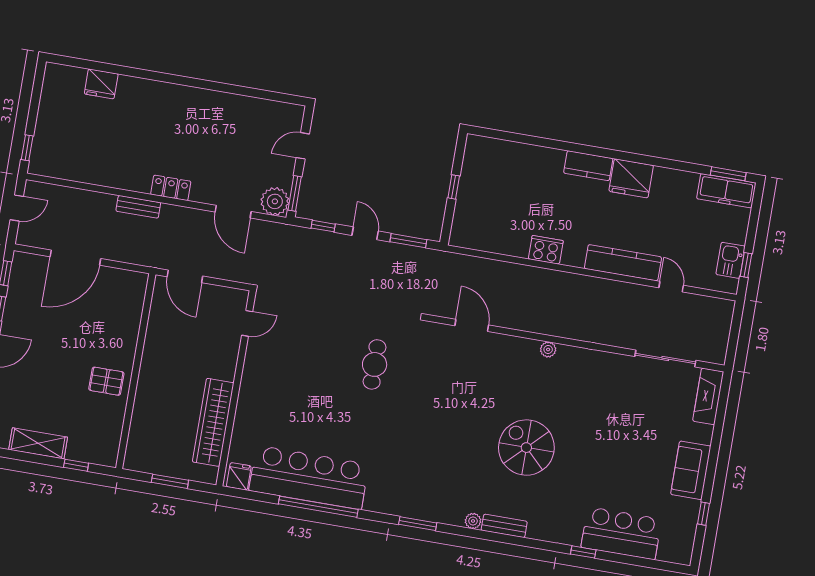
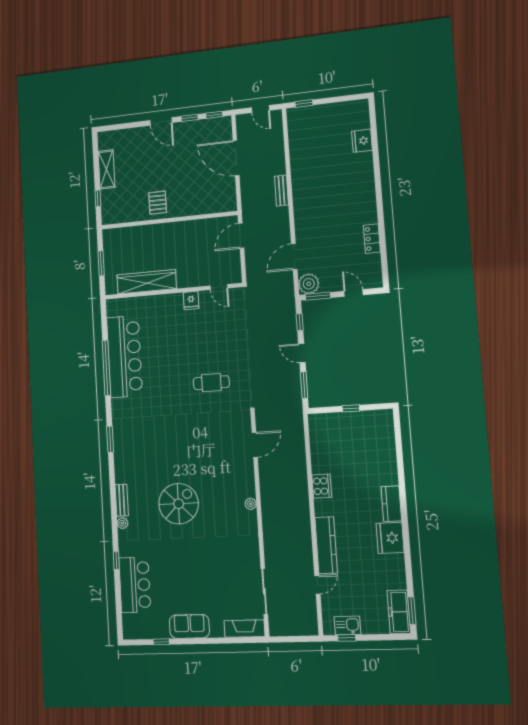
locker: (171, 188) -> (372, 239), moved, turned 180
door: (365, 233) -> (302, 353), swing flipped
fridge: (239, 476) -> (191, 300), moved, turned 90
plant: (473, 521) -> (123, 523), moved

